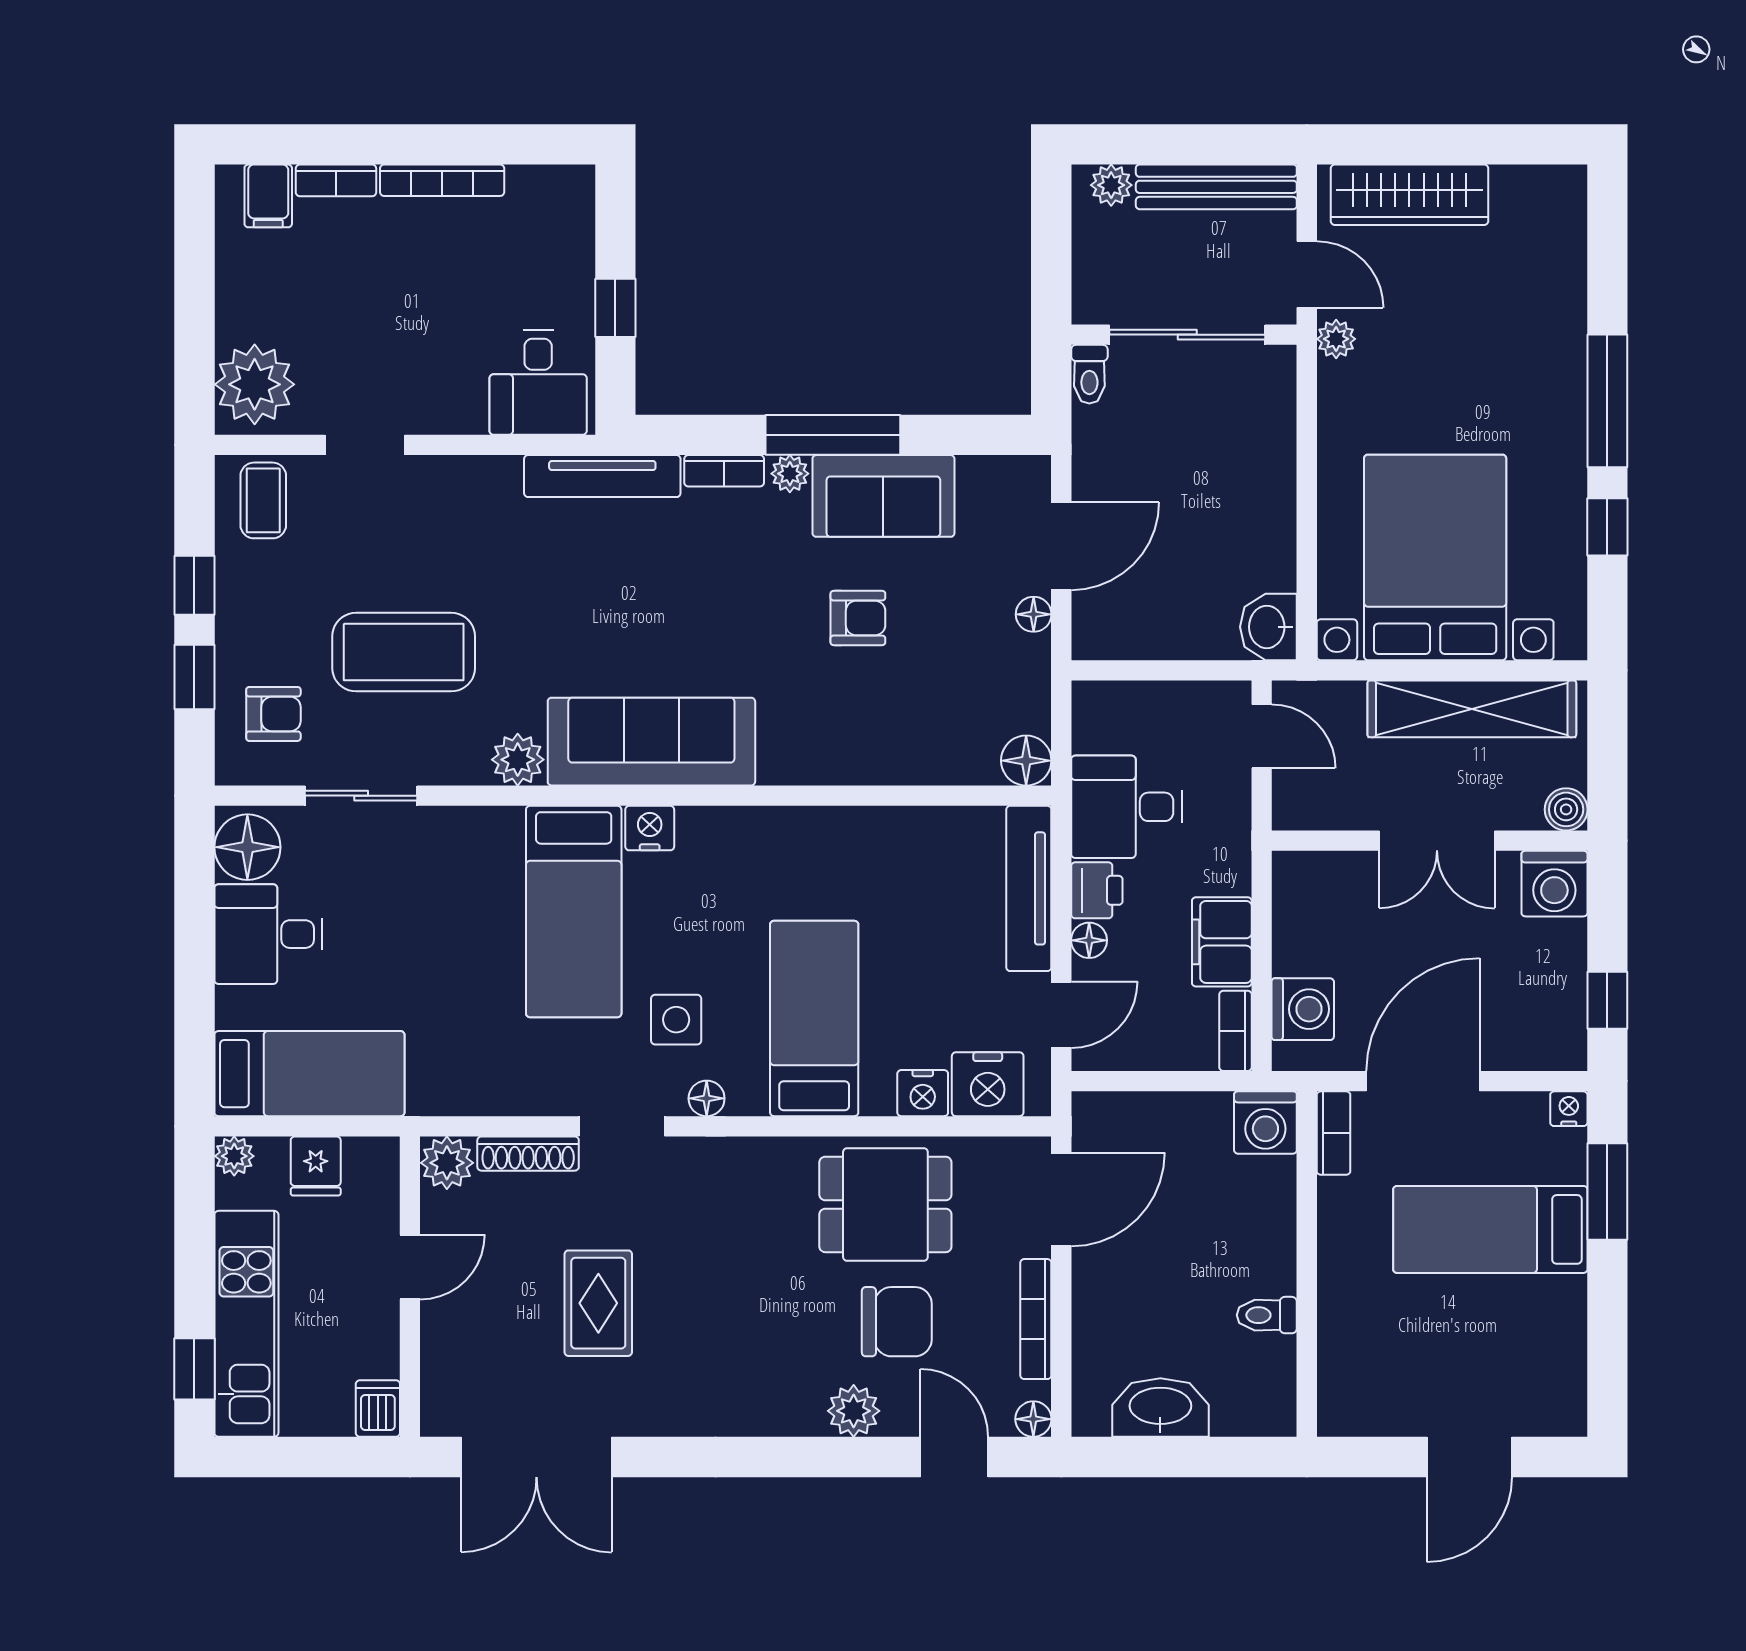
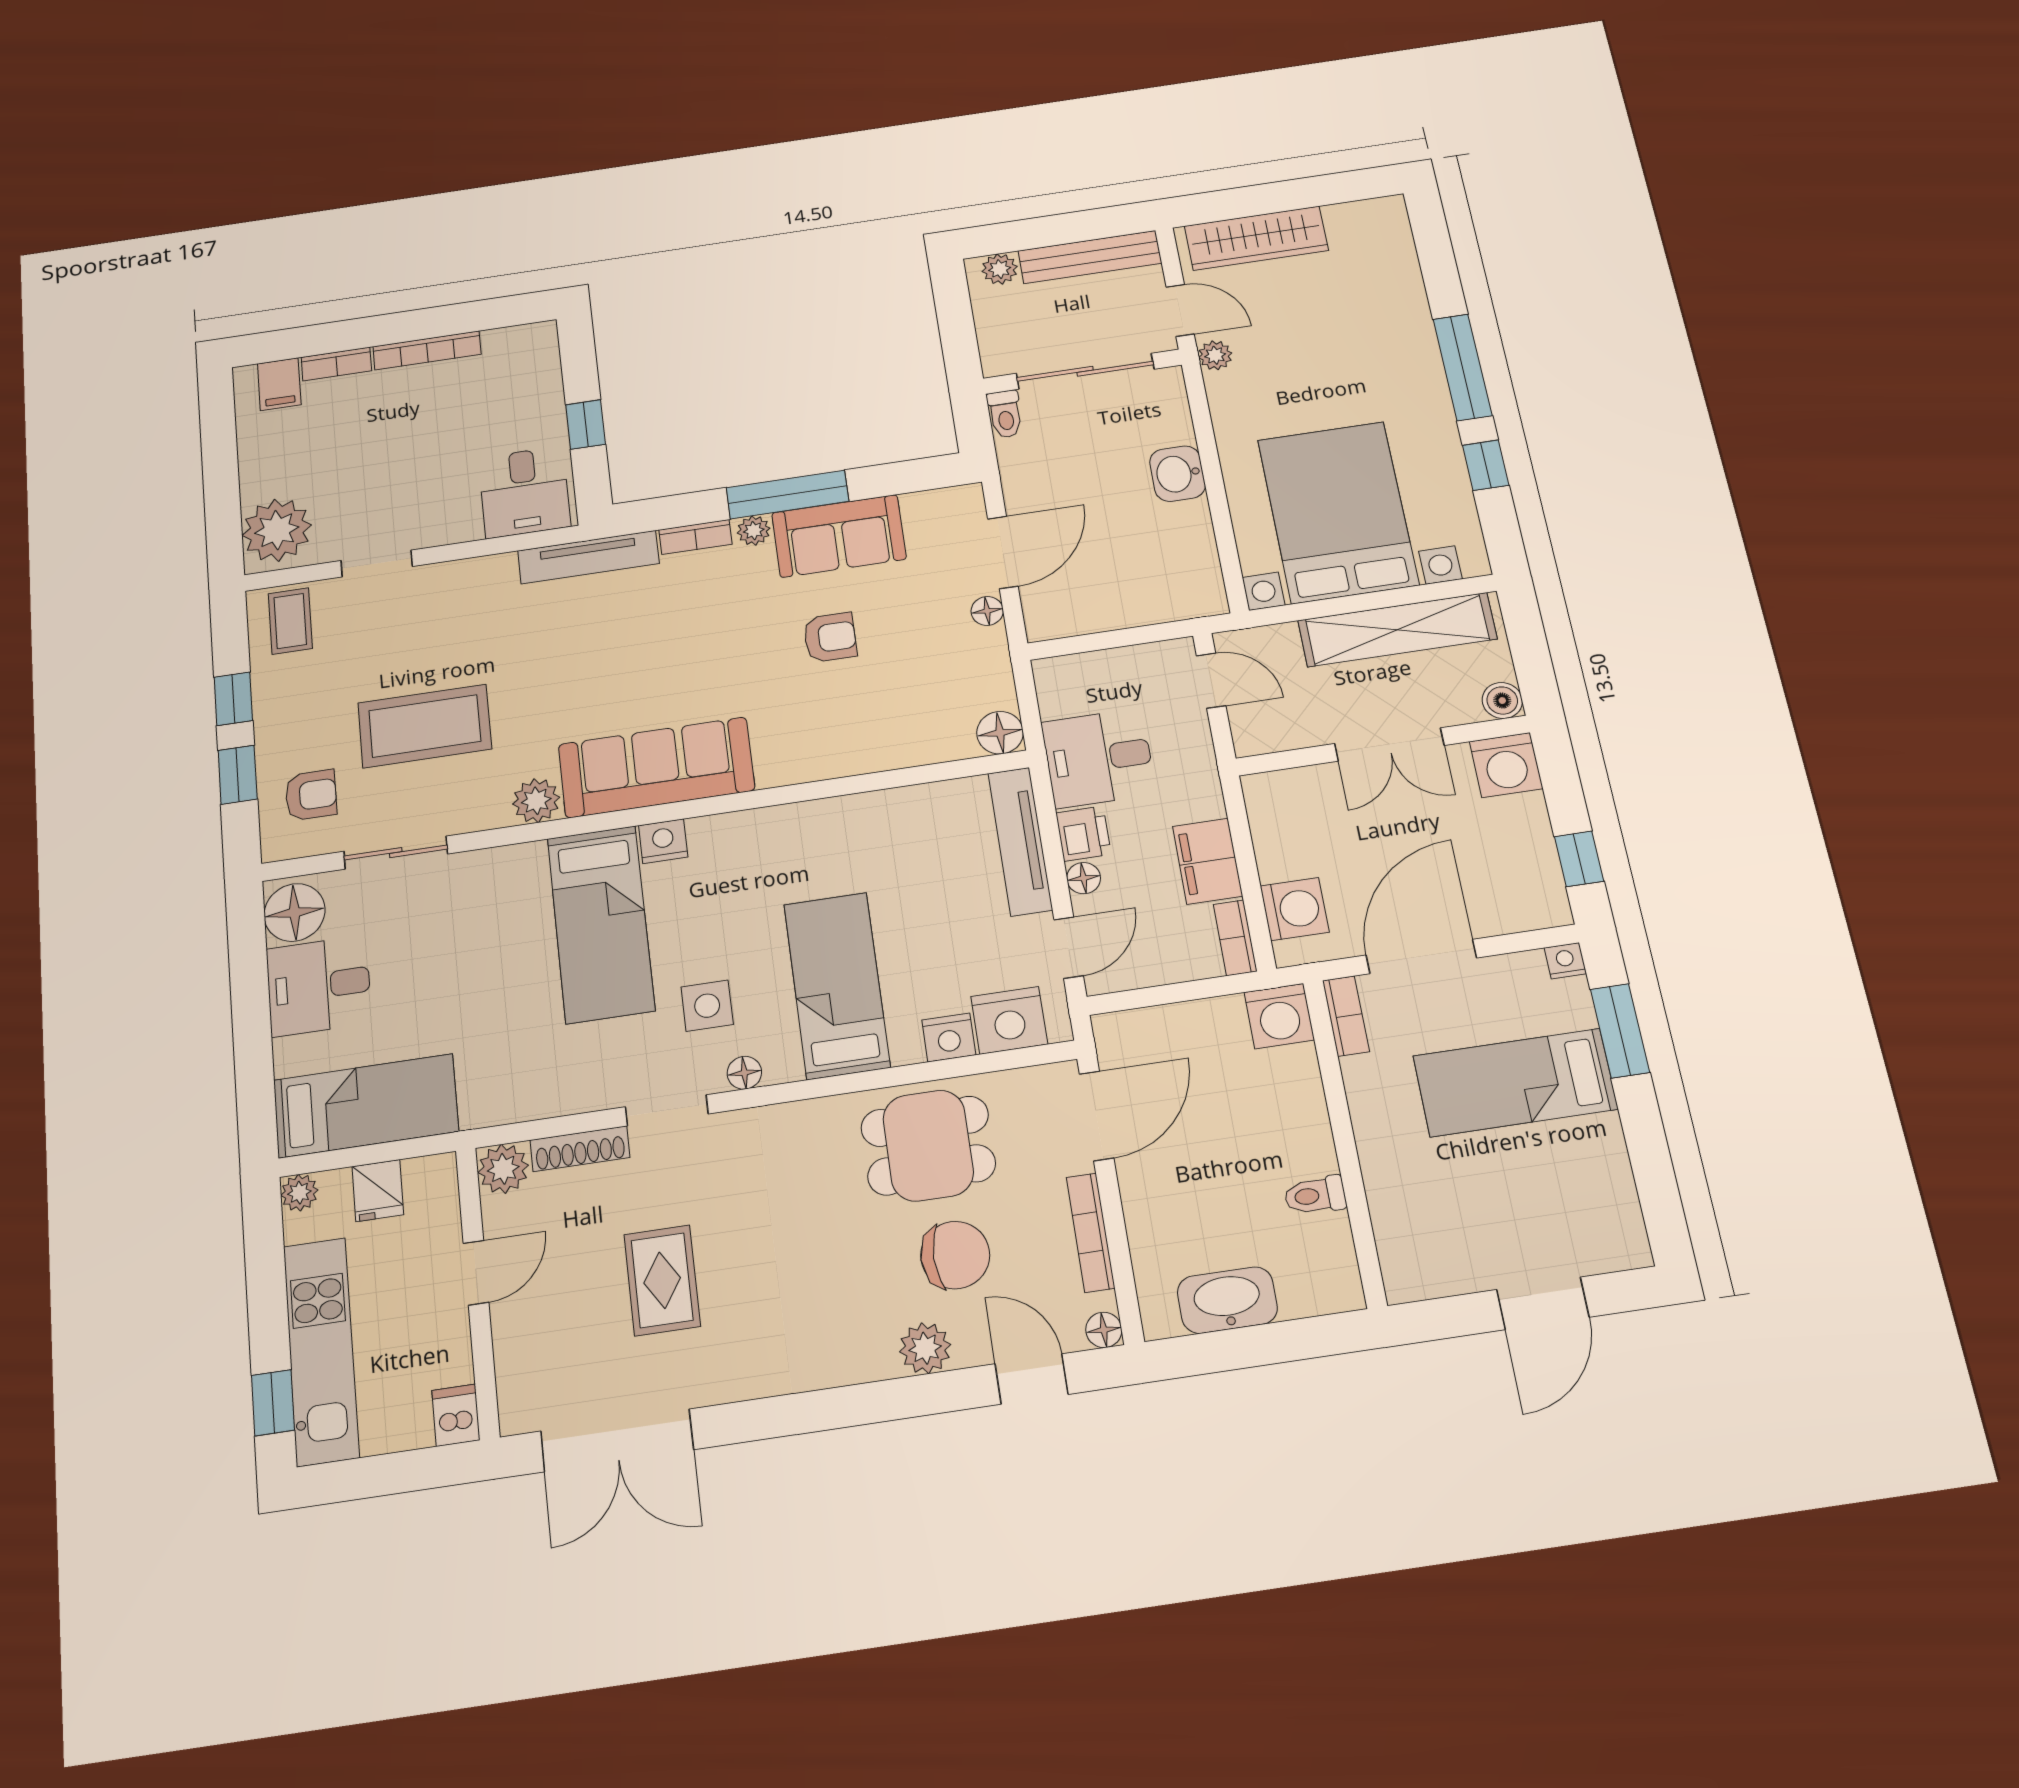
washbasin: (1268, 627) -> (1177, 474), moved

